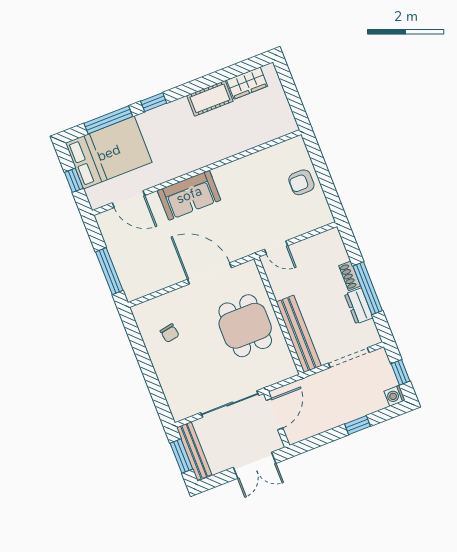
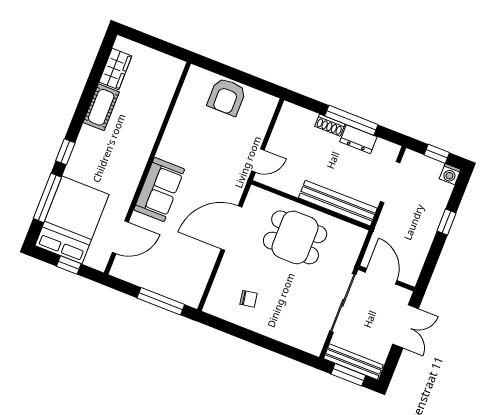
armchair: (301, 182) -> (227, 97), width x1.38, depth x1.38

